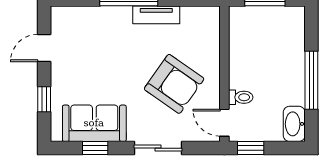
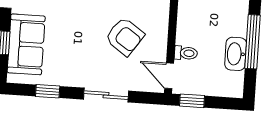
armchair: (174, 84) -> (125, 37), width x0.73, depth x0.73
sofa: (94, 123) -> (26, 44), moved, turned 90
washbasin: (294, 124) -> (236, 54), moved

